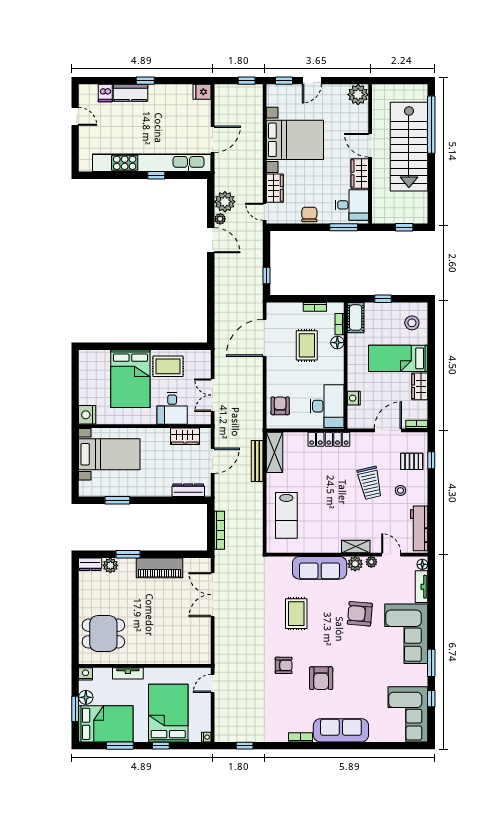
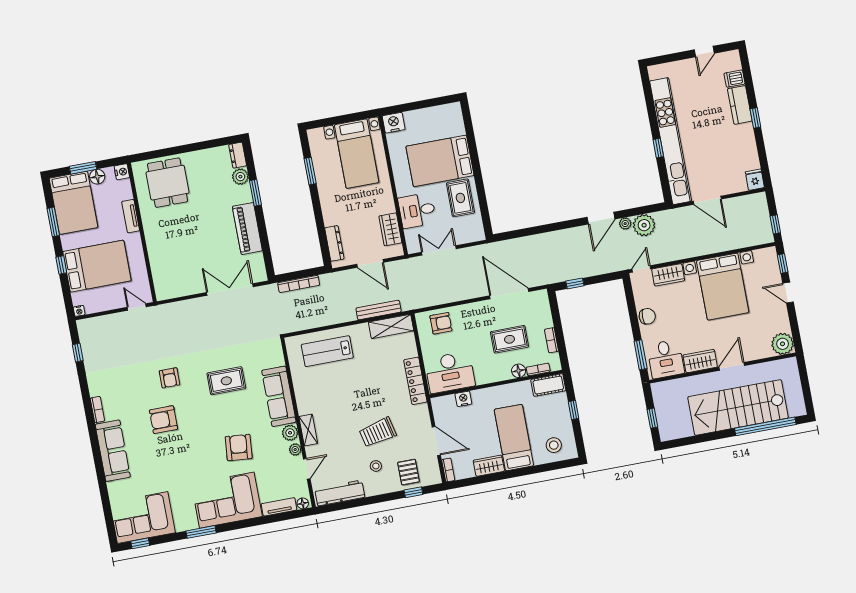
window: (431, 699) -> (140, 543), moved

